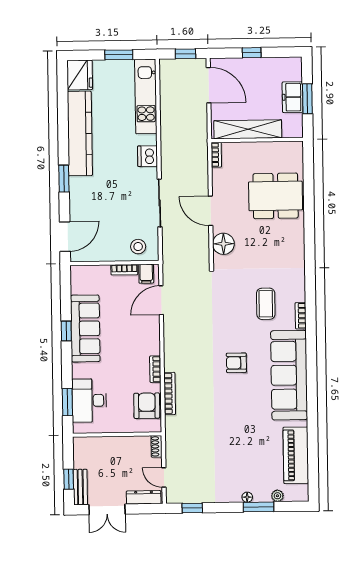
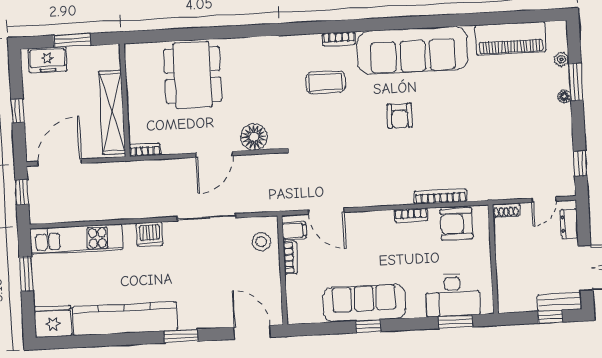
freezer: (292, 97) -> (48, 60), moved
dresser: (144, 497) -> (569, 224), width x0.70

